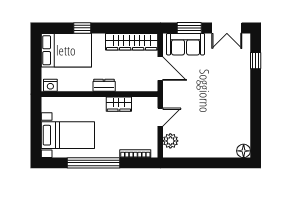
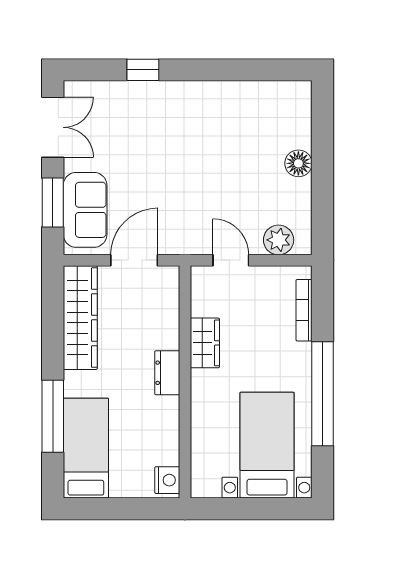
window: (82, 28) -> (53, 416), width x2.17
bed: (66, 50) -> (86, 448), width x0.67
window: (256, 61) -> (143, 70), moved
floor lamp: (244, 151) -> (298, 163), moved

